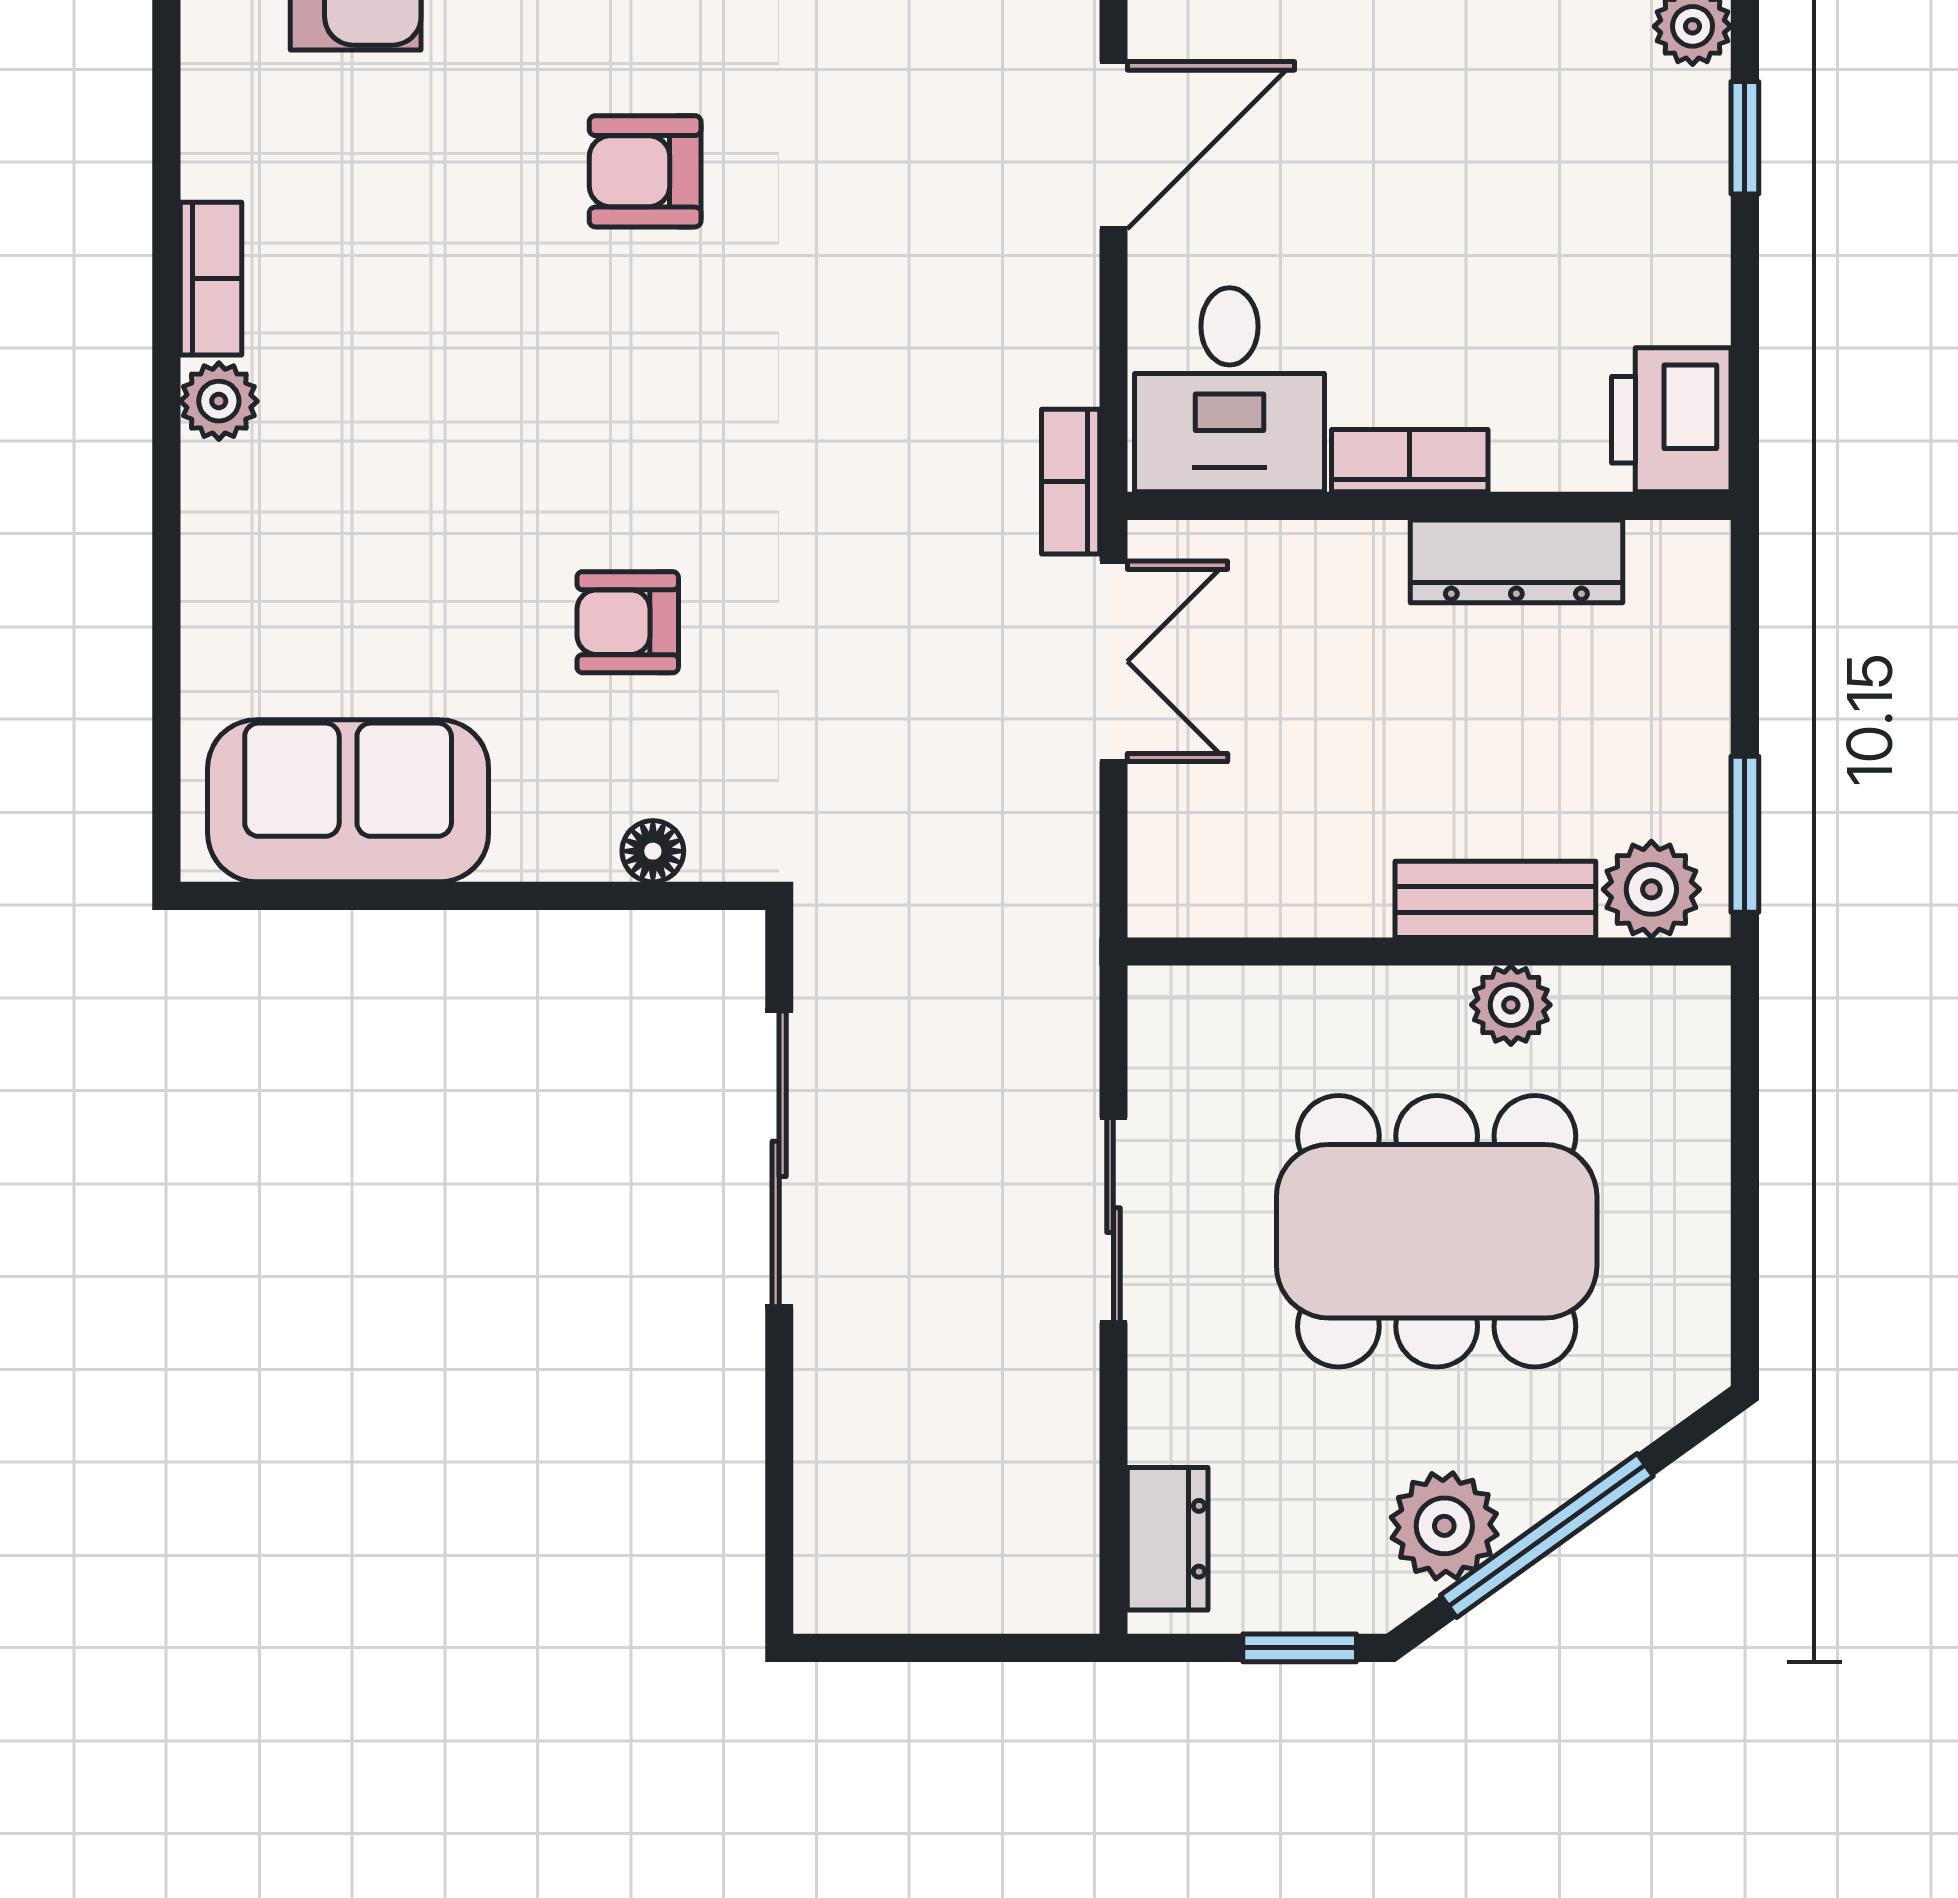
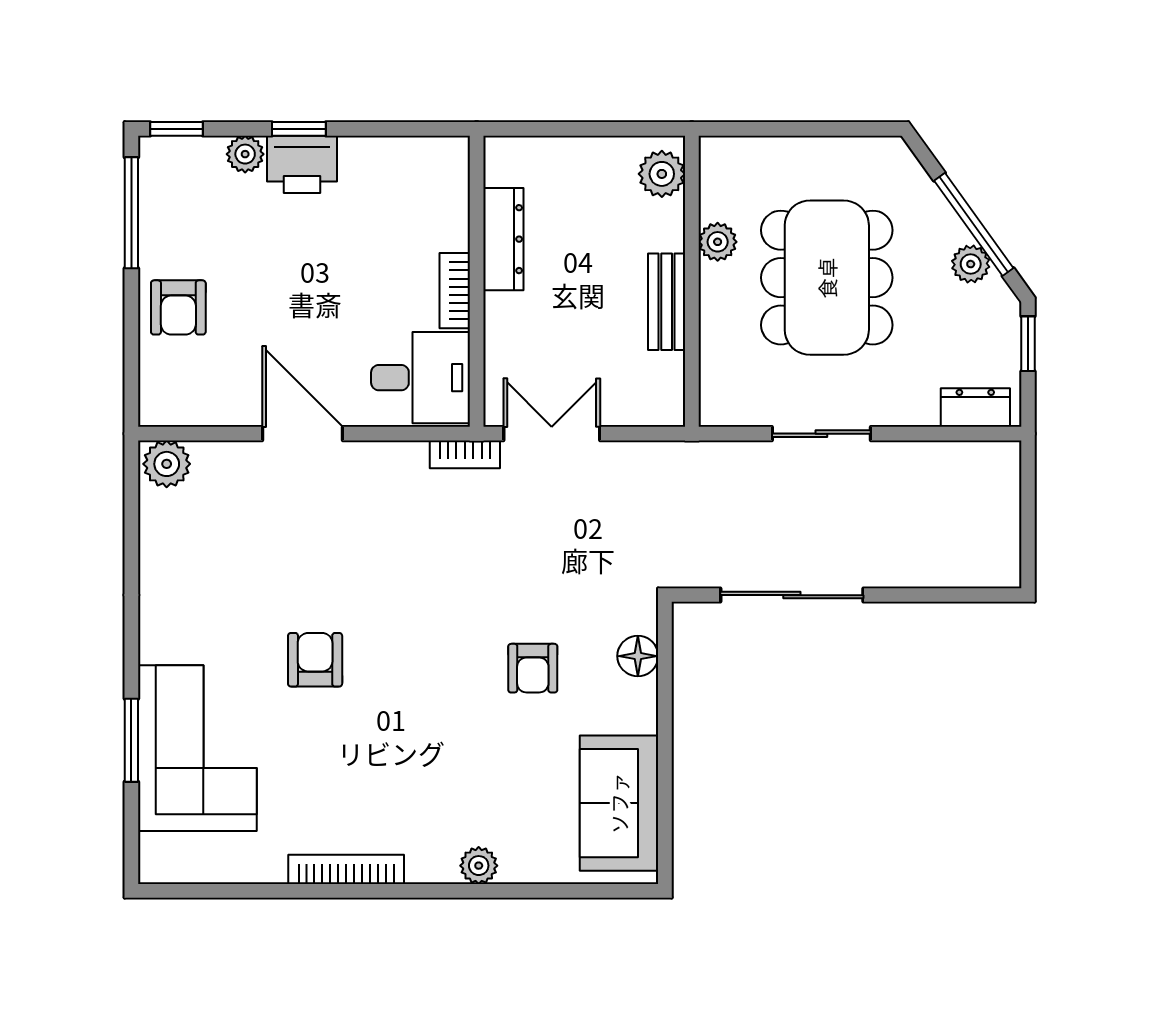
armchair: (645, 171) -> (315, 660), turned 180
bookcase: (211, 279) -> (346, 869), width x1.56
plant: (219, 401) -> (479, 866), moved
printer: (1671, 420) -> (302, 164), moved
window: (1745, 834) -> (635, 129), removed
floor lamp: (653, 851) -> (638, 656), width x1.37, depth x1.37
bench: (1495, 899) -> (667, 302), moved
plant: (1444, 1526) -> (971, 264), width x0.73, depth x0.73

